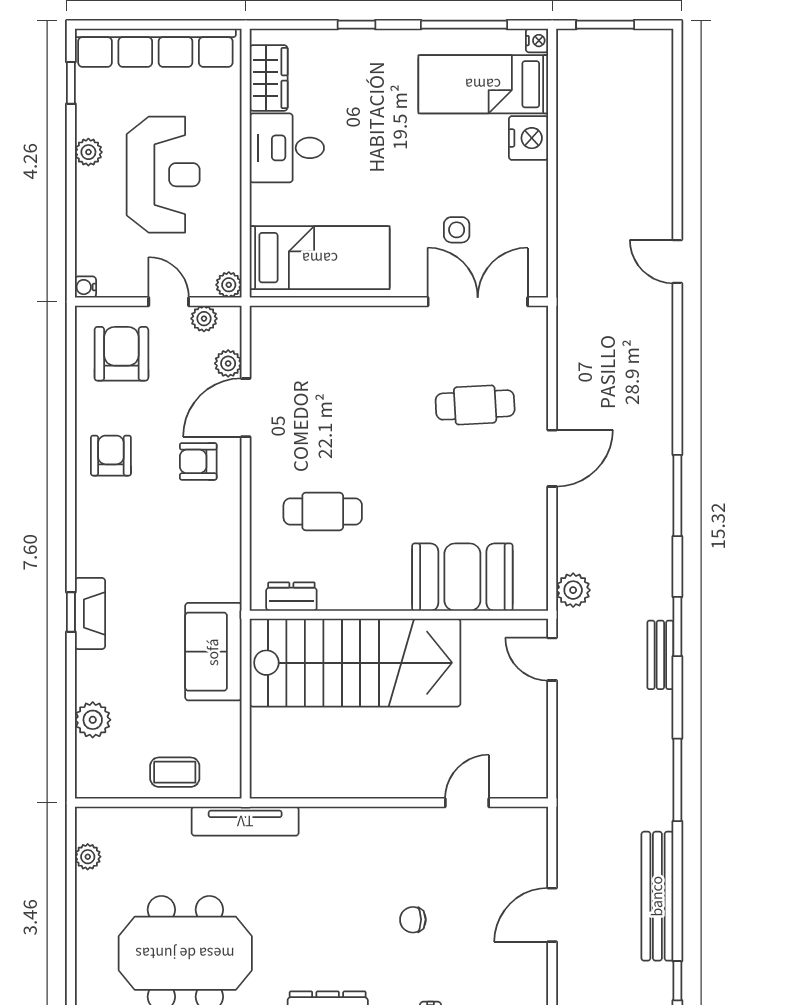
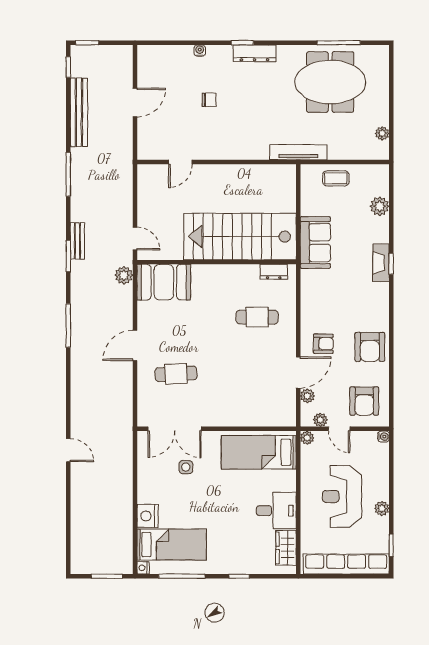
armchair: (111, 456) -> (370, 347), width x1.38, depth x1.38
booth: (462, 577) -> (164, 282), moved

